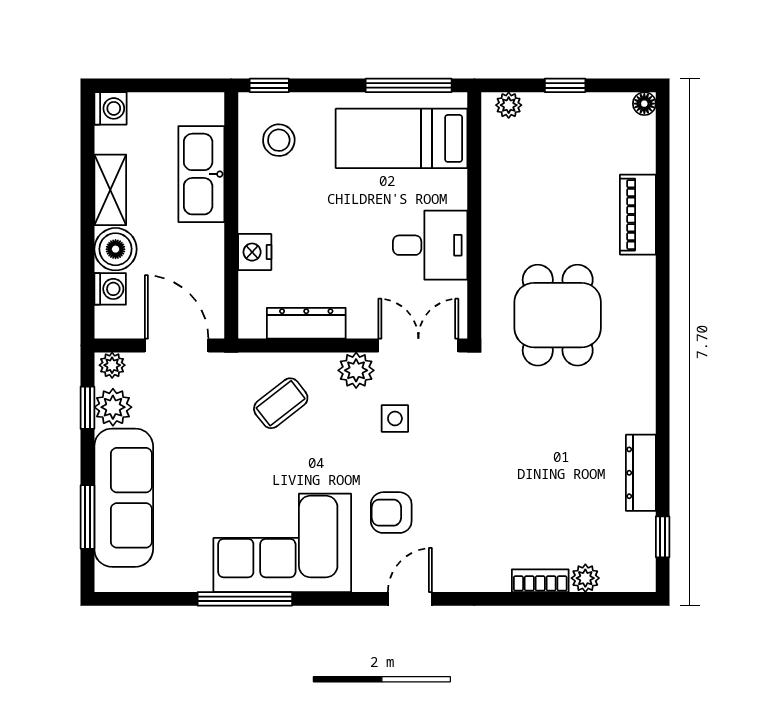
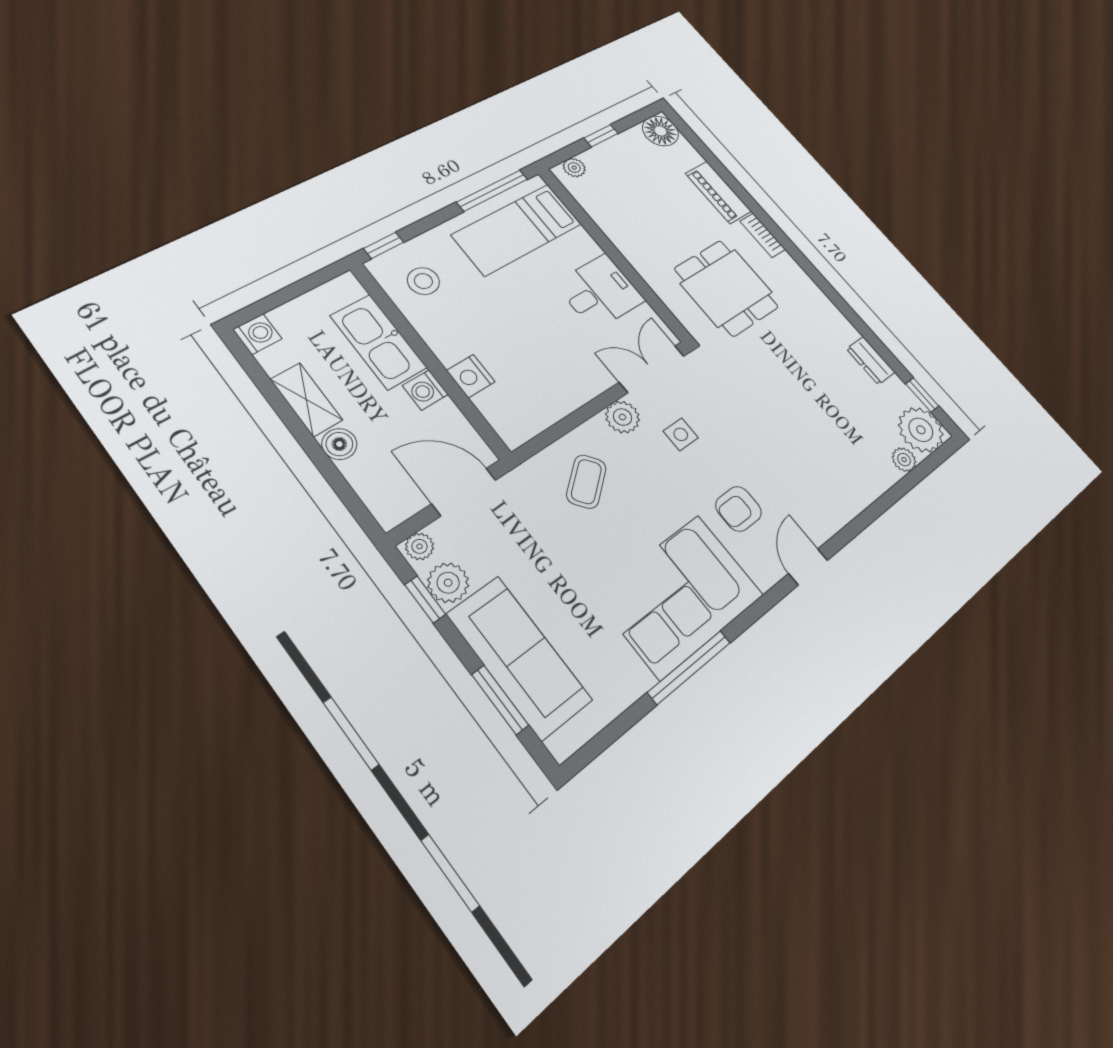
floor lamp: (644, 104) -> (660, 131), width x1.89, depth x1.89
boiler: (116, 249) -> (339, 444), width x0.73, depth x0.73
washing machine: (110, 289) -> (425, 390), moved, turned 180
dresser: (306, 323) -> (556, 406), removed
dresser: (641, 473) -> (871, 360), width x0.70
plant: (629, 565) -> (921, 430), added
bookcase: (540, 581) -> (763, 235), moved, turned -90

